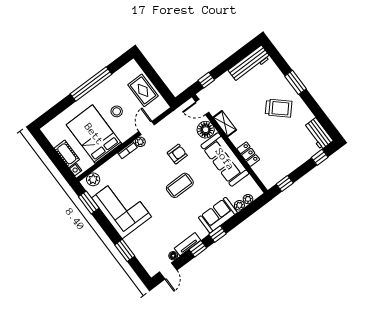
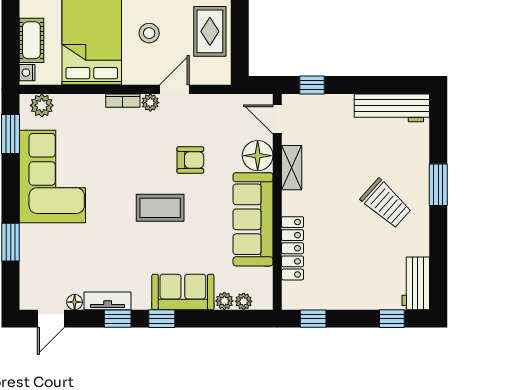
locker: (248, 154) -> (293, 248), width x1.53

